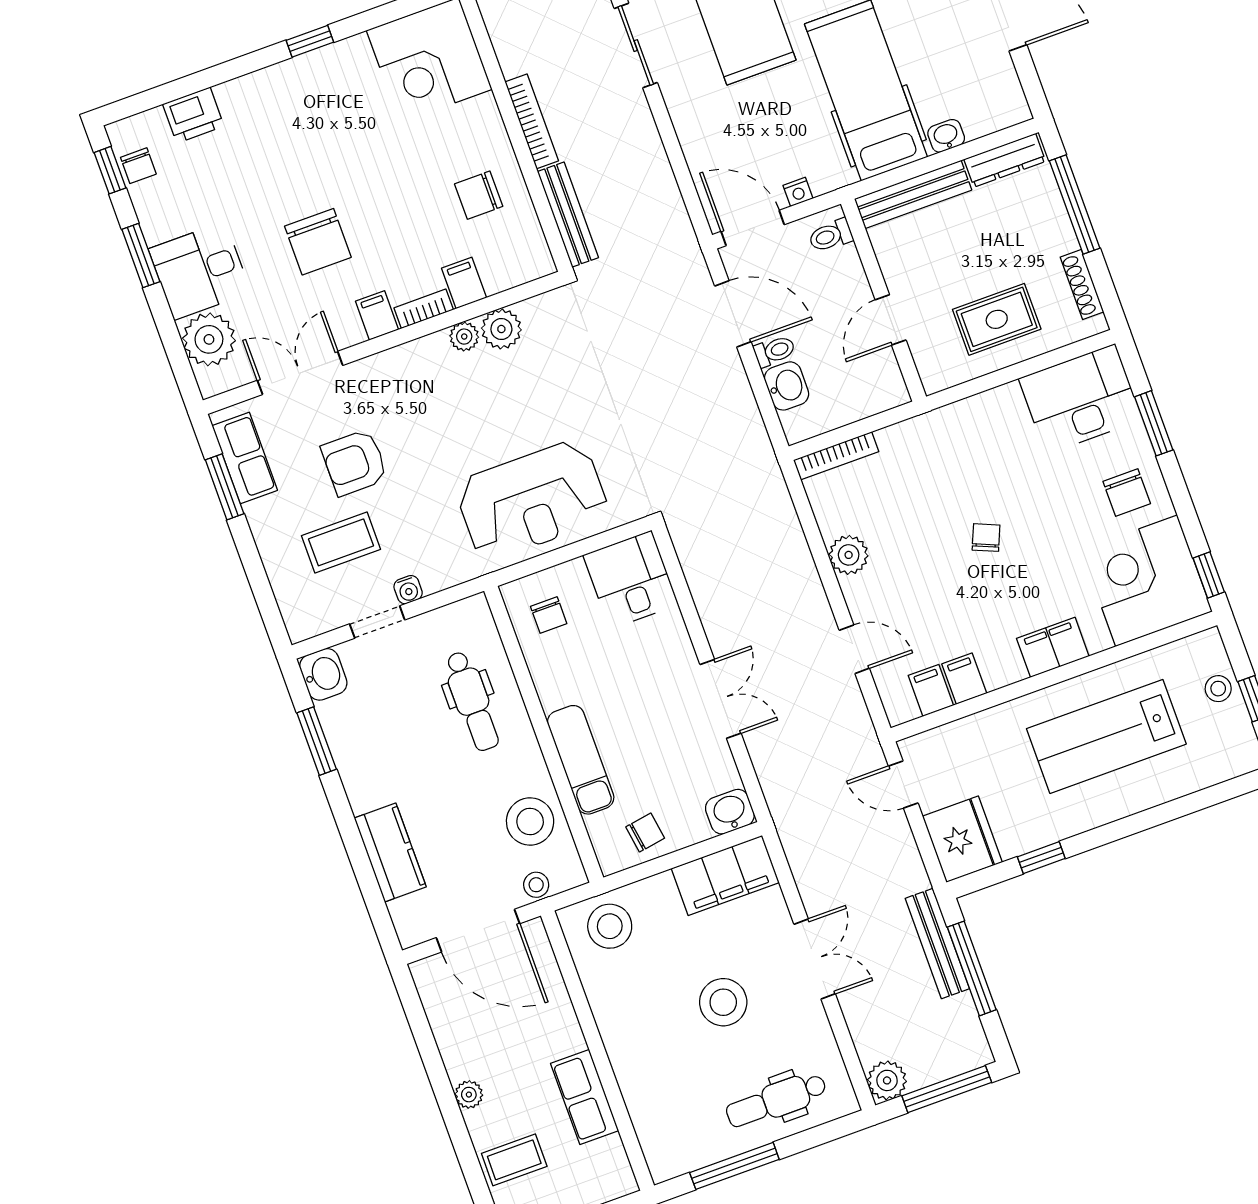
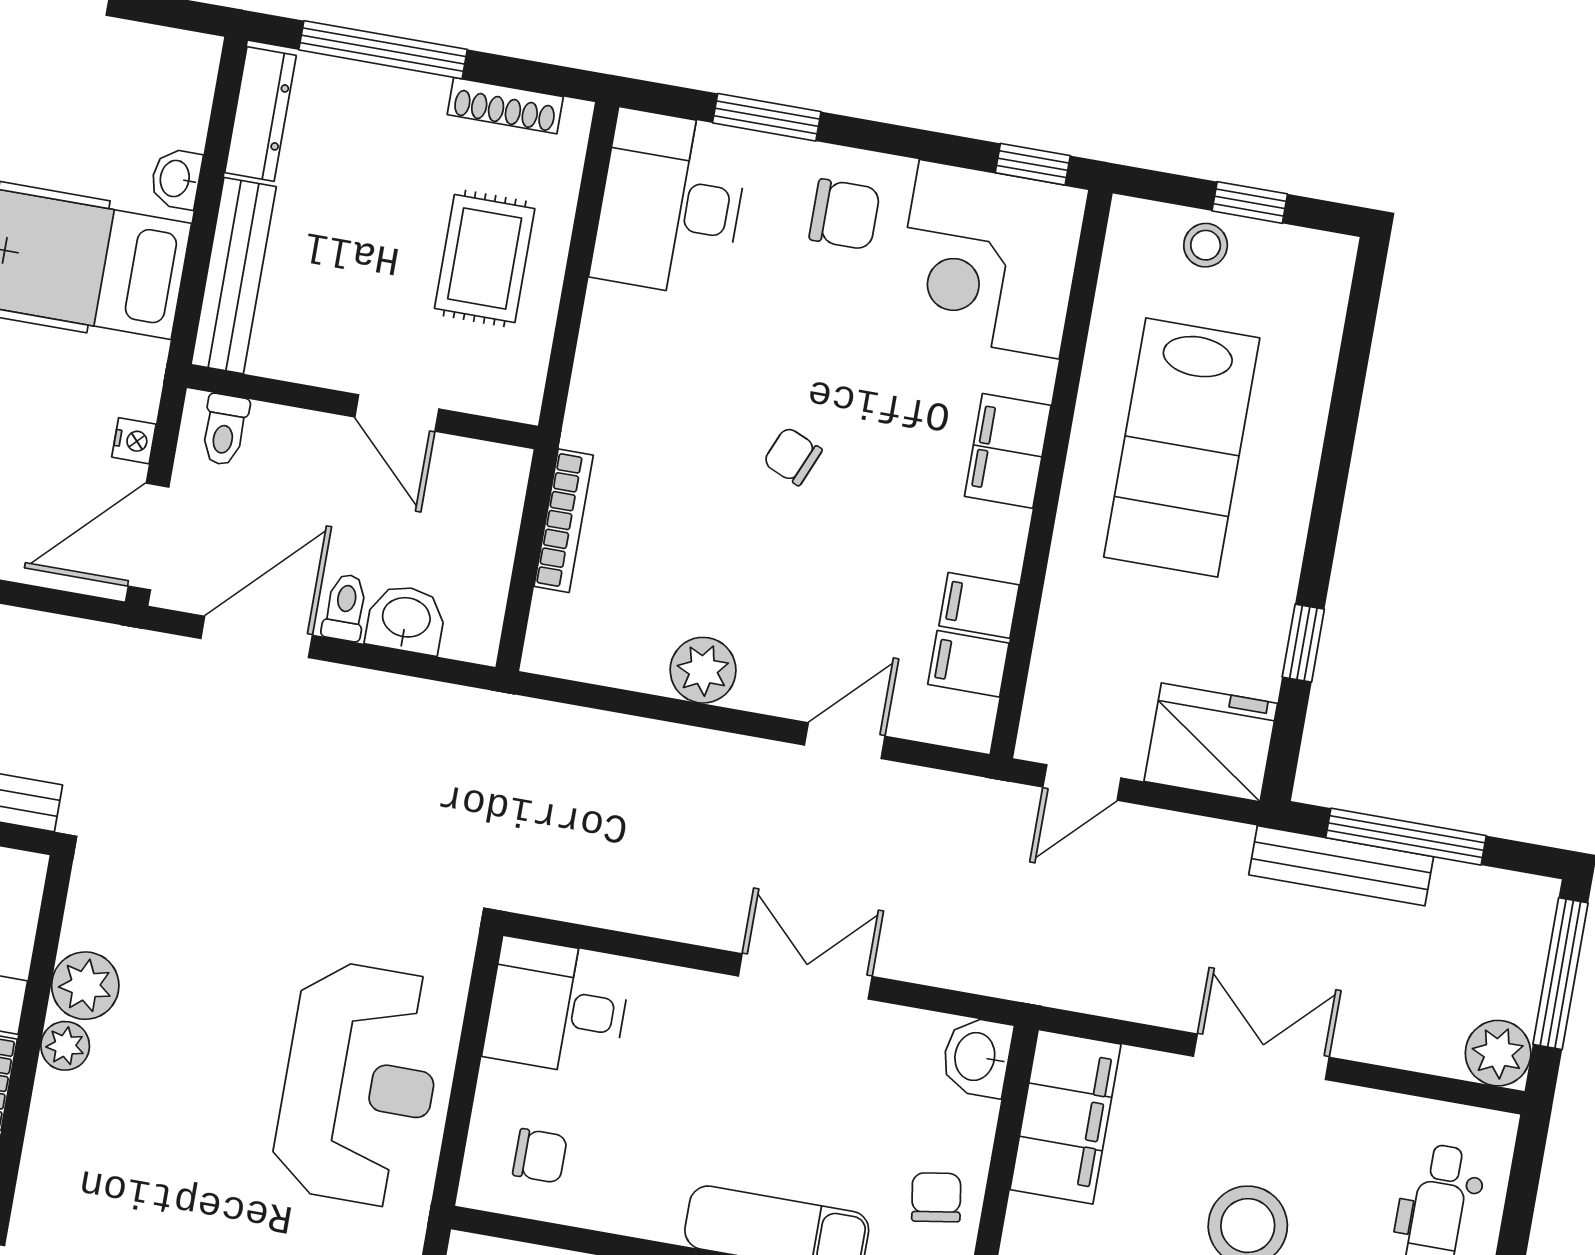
bookcase: (836, 456) -> (564, 521), moved

